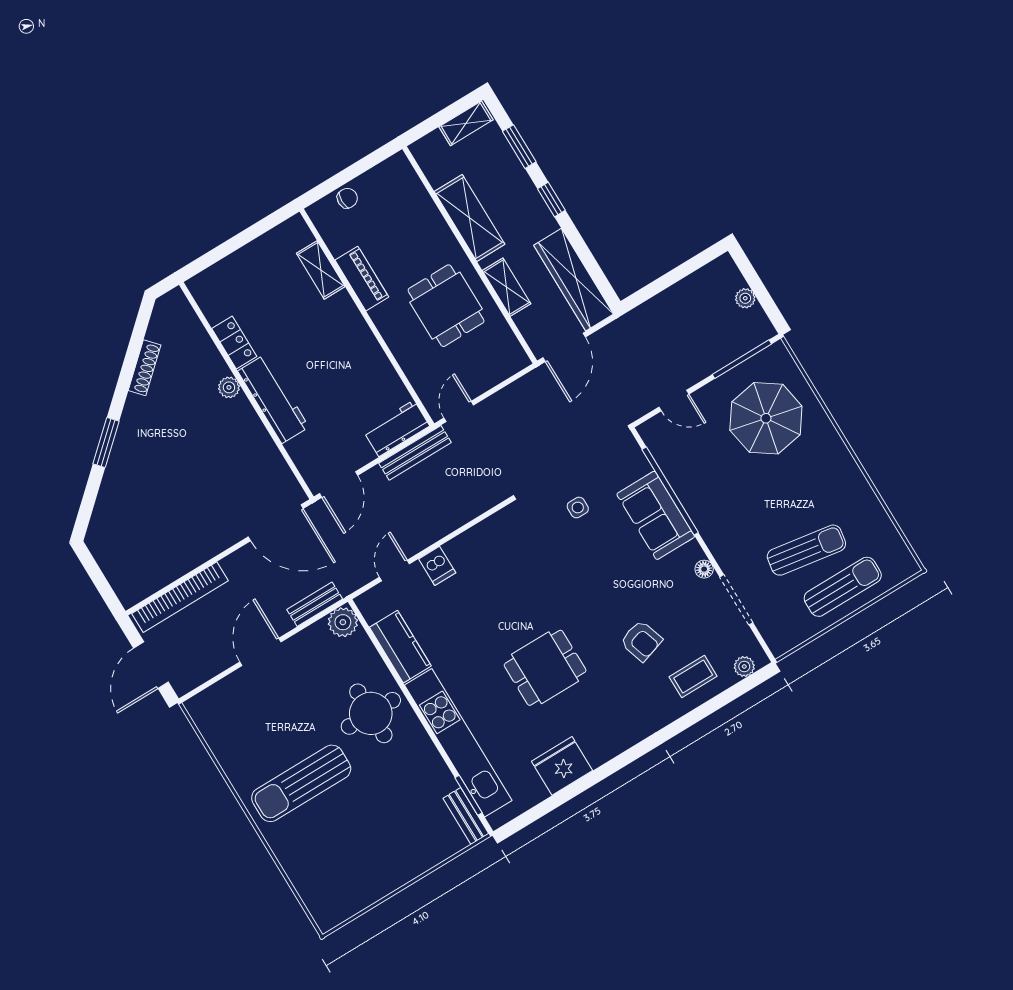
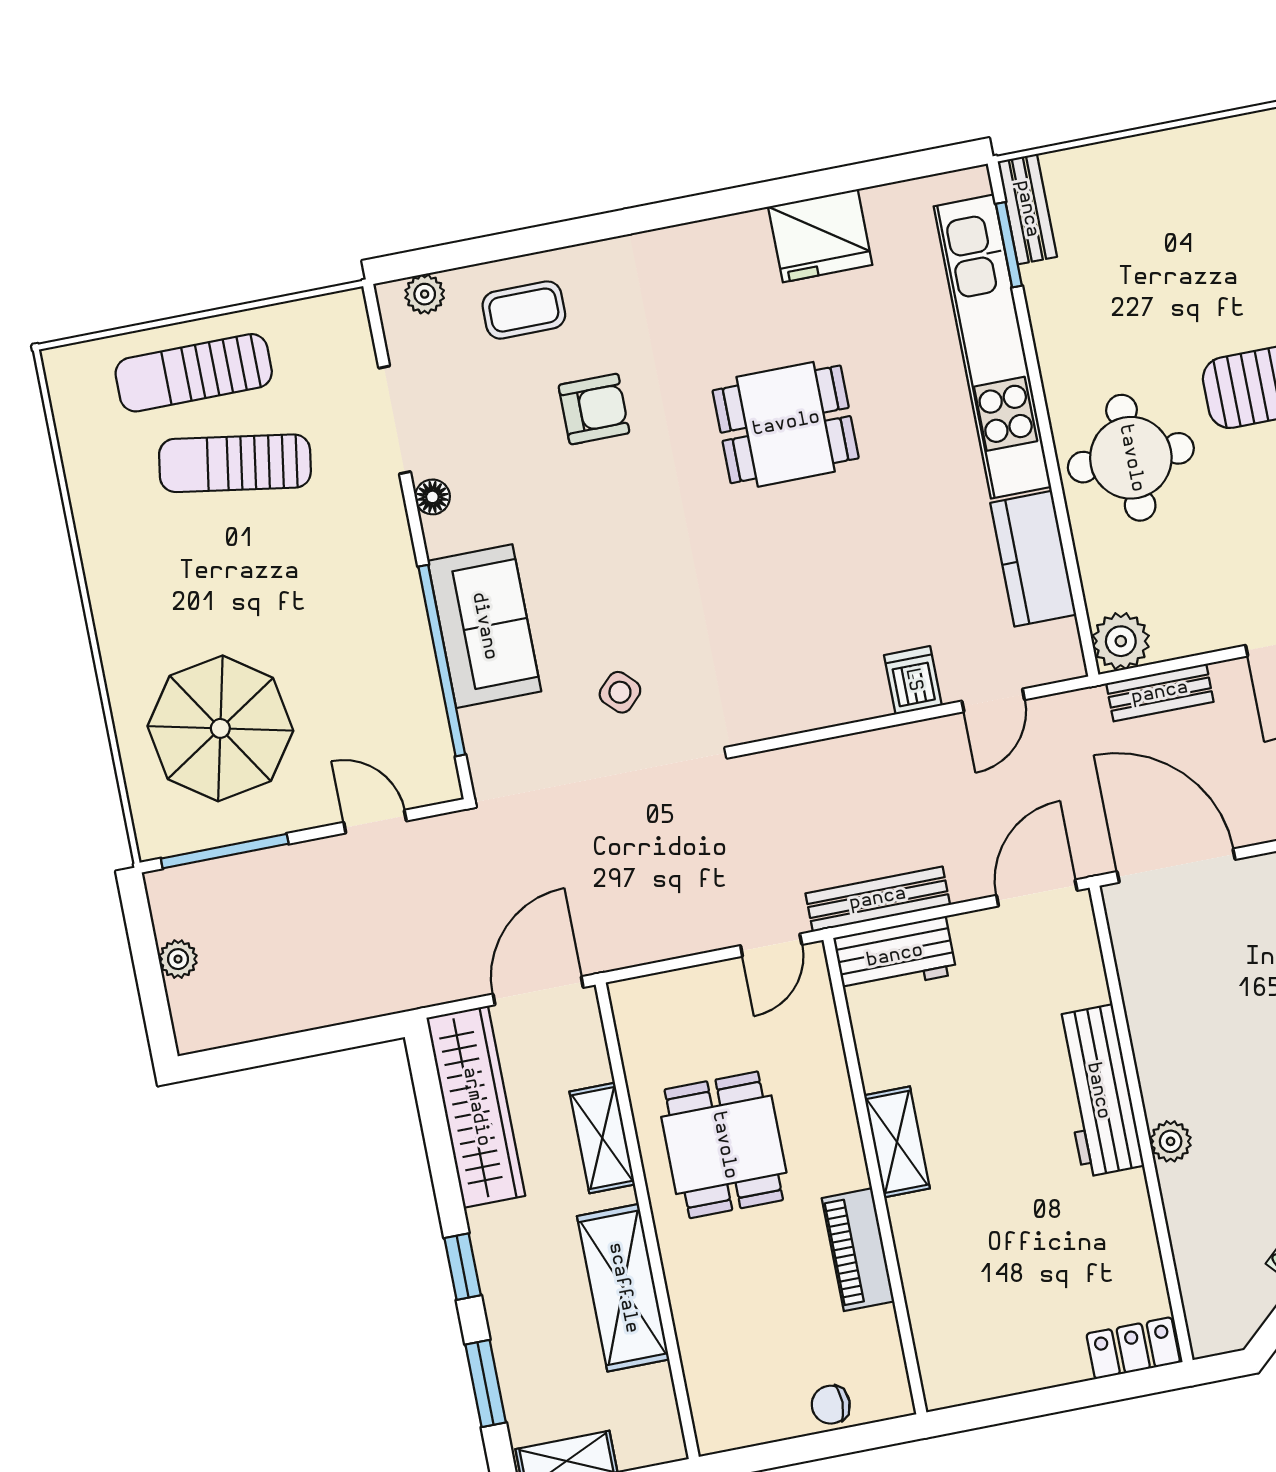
shelving: (321, 270) -> (897, 1142), moved
locker: (234, 342) -> (1133, 1348), moved, turned 90
side table: (578, 508) -> (620, 692), turned 45
armchair: (641, 641) -> (594, 409), turned 108

